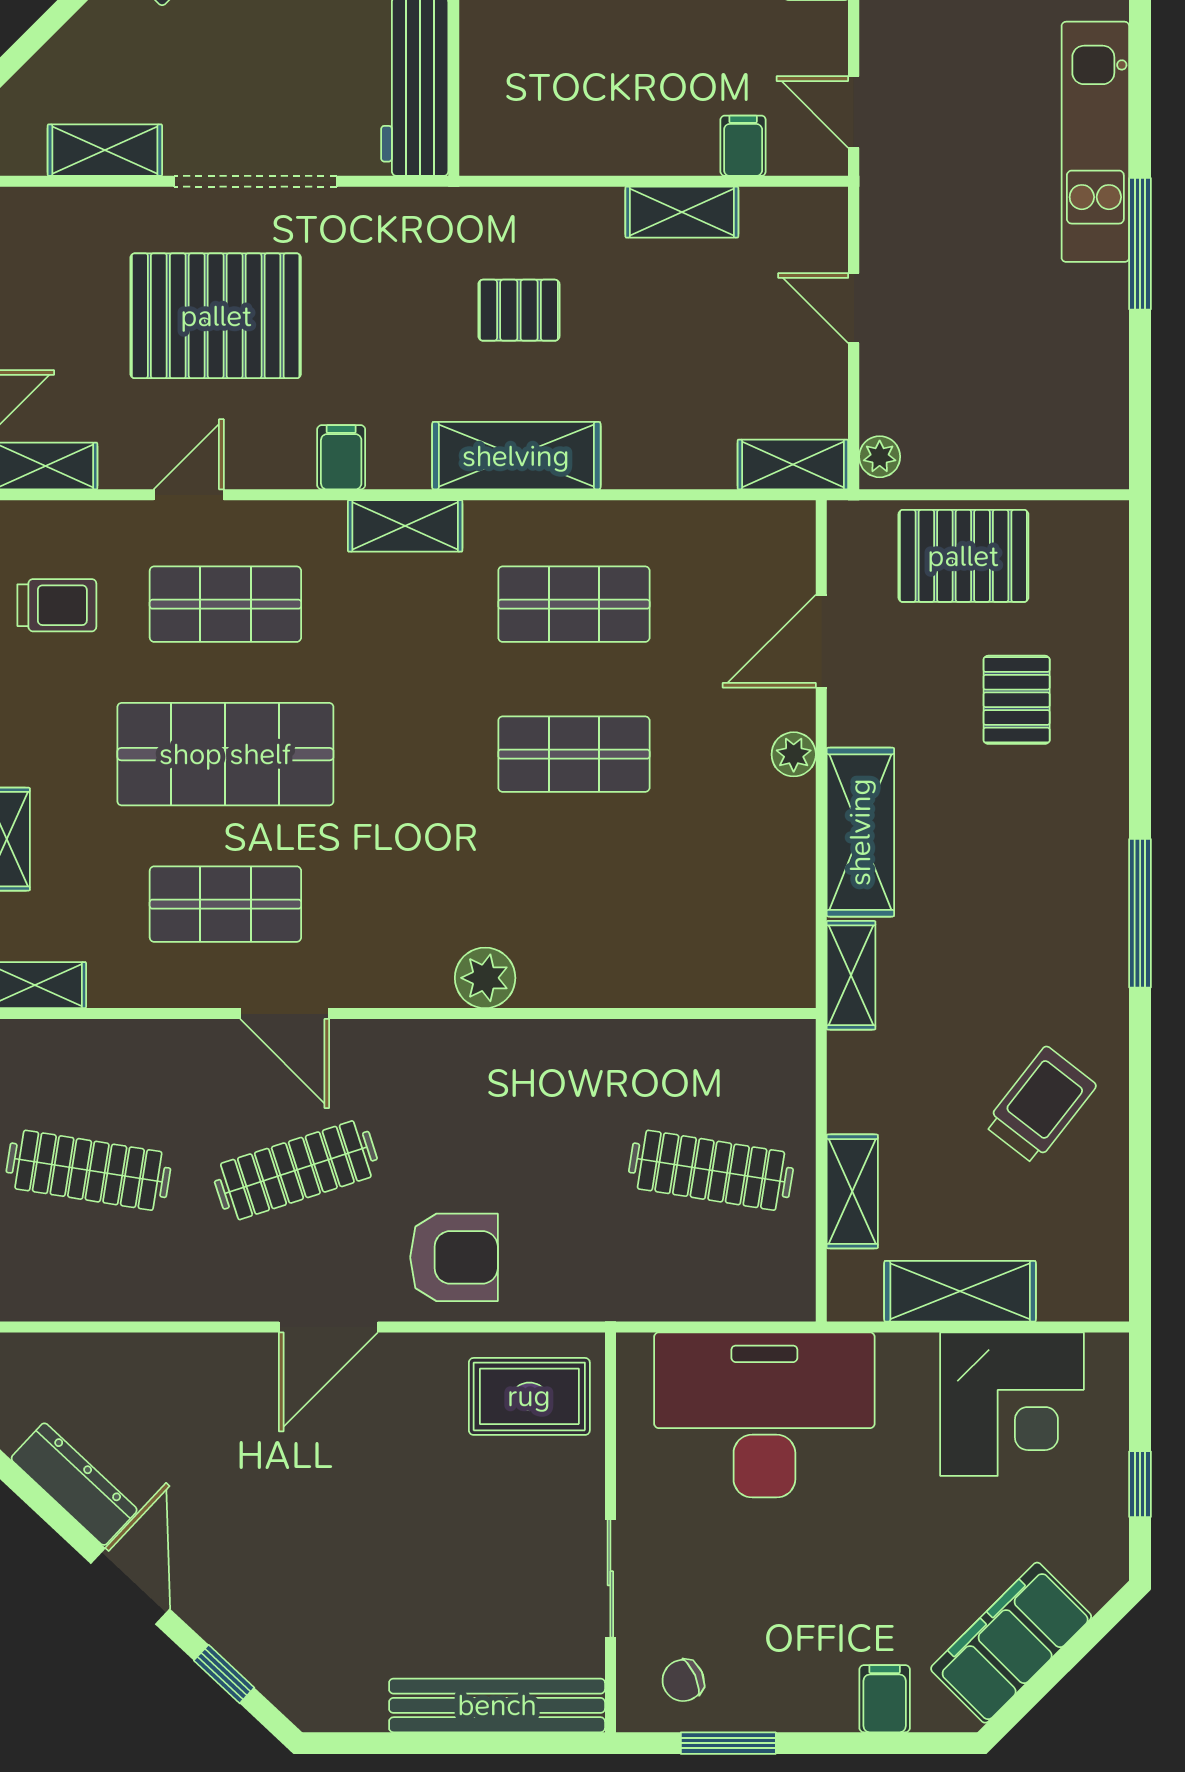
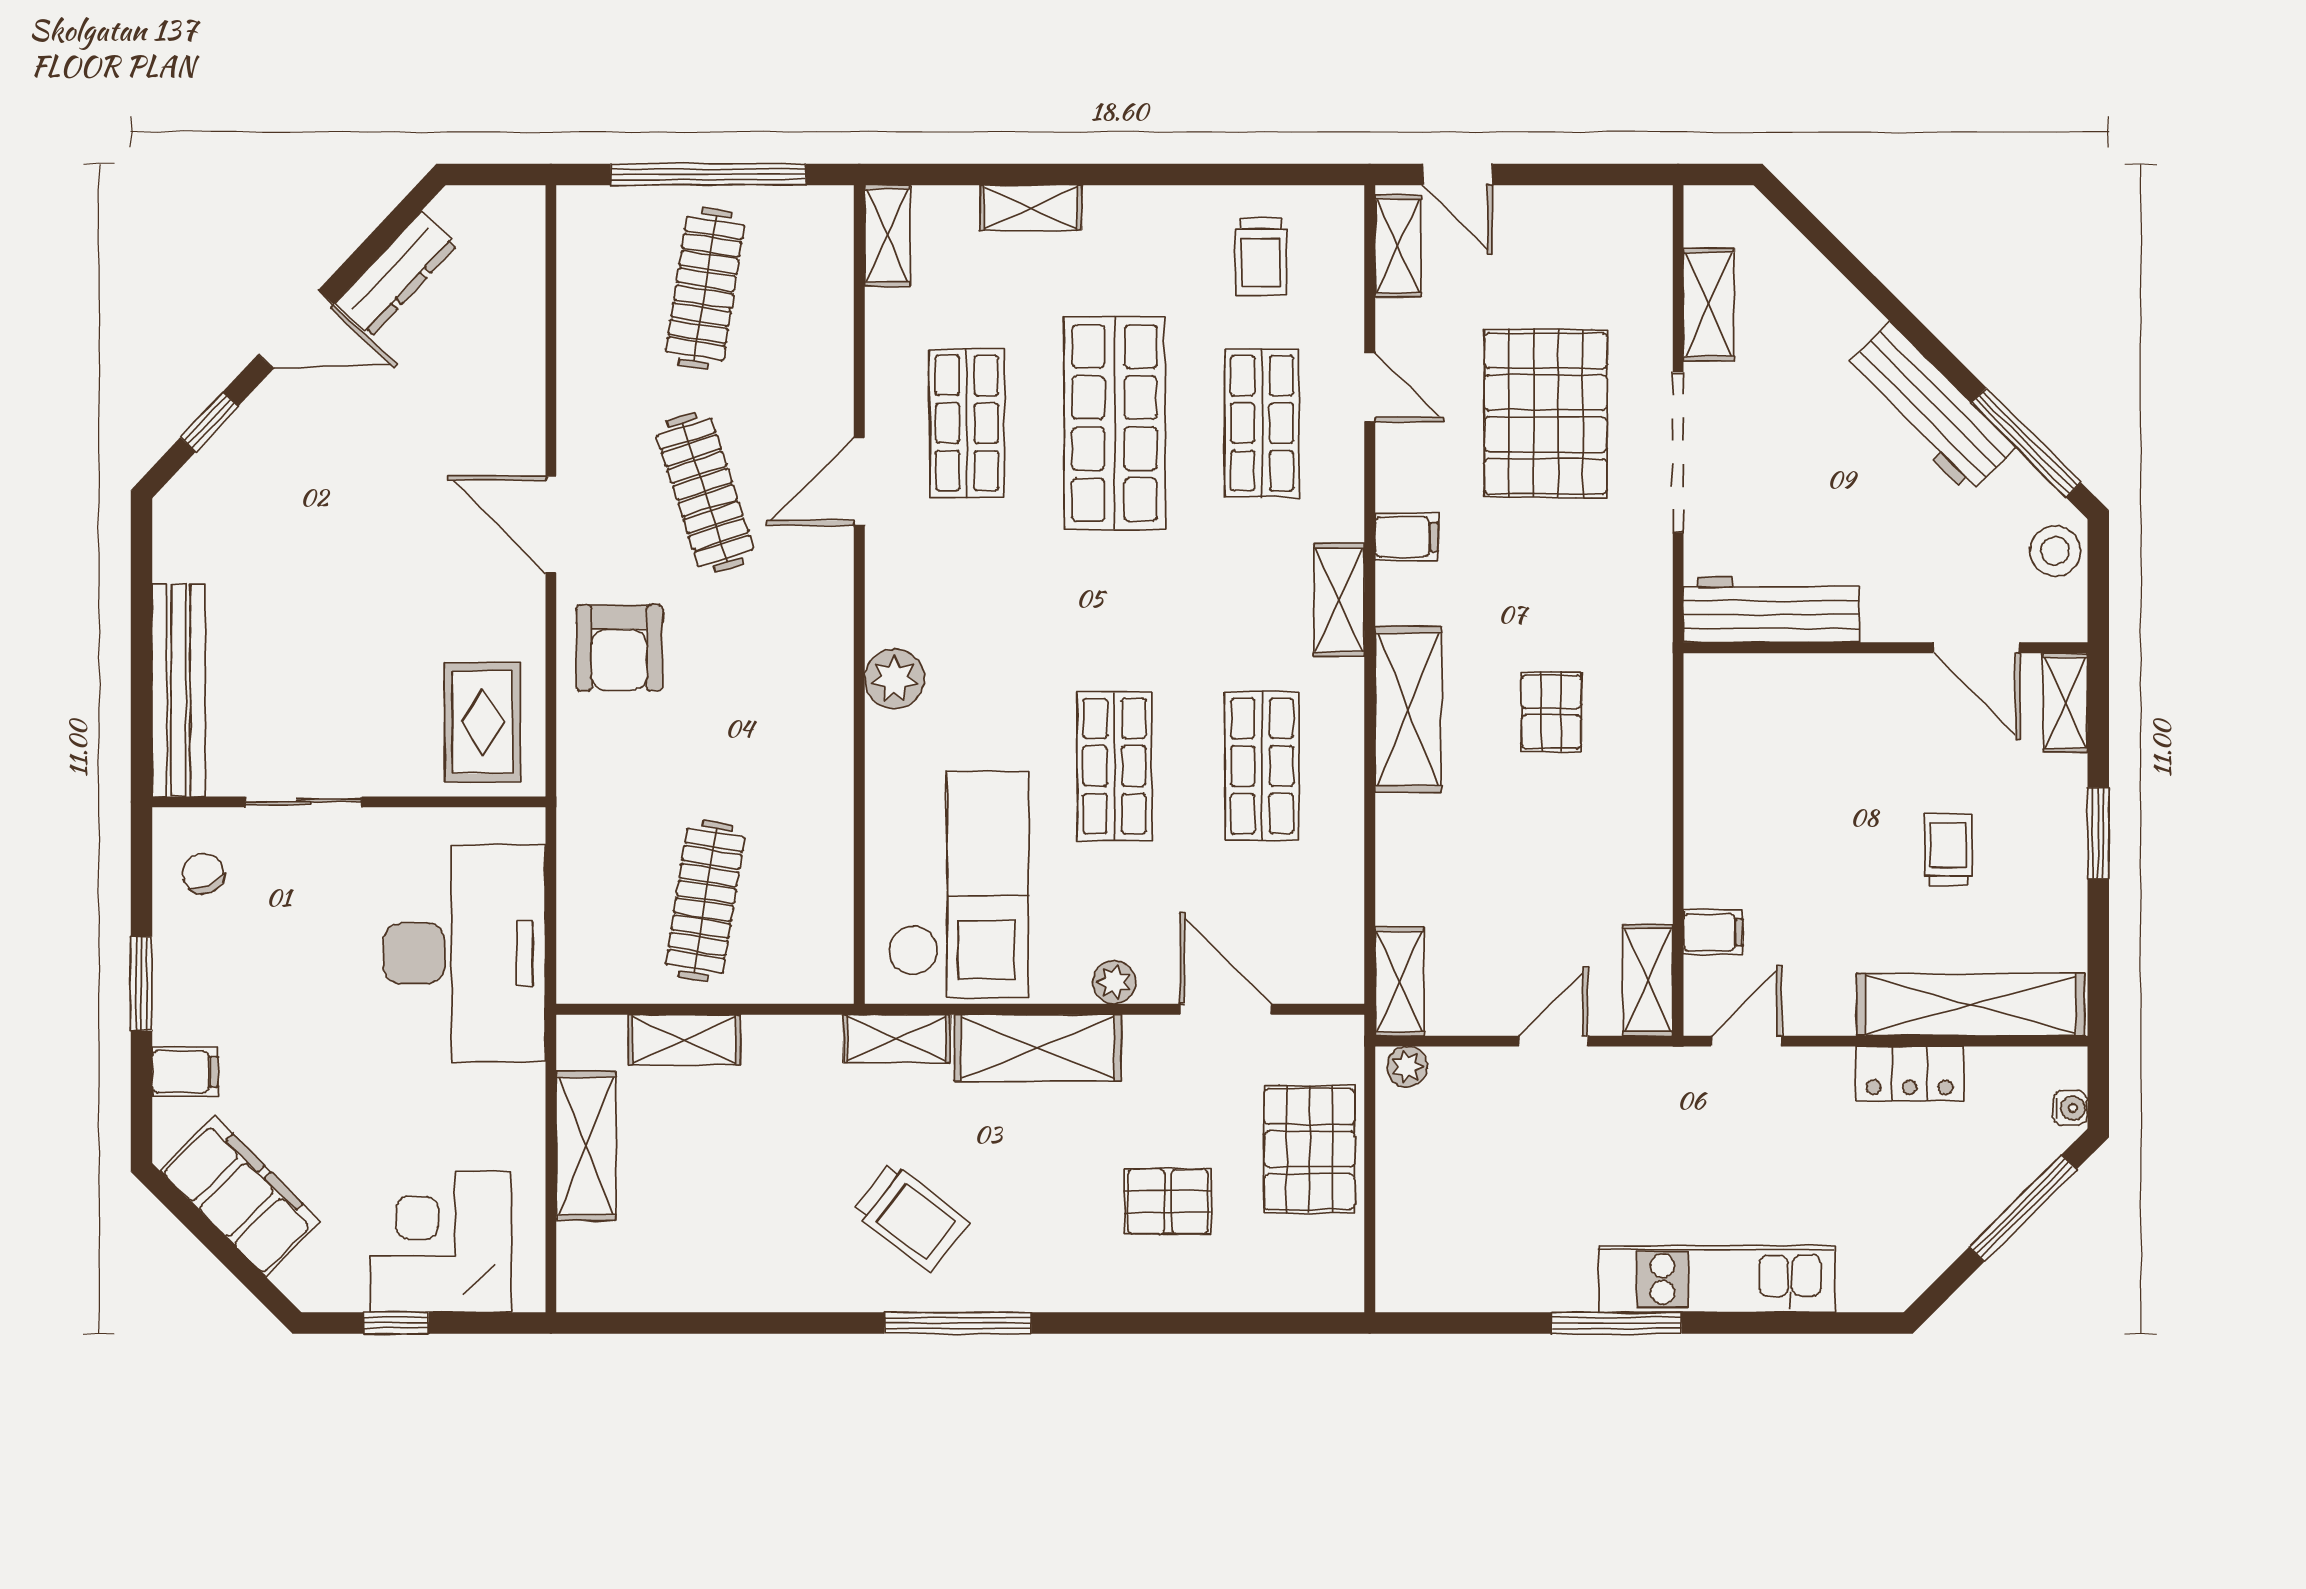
shelving: (682, 212) -> (1648, 980), moved
checkout: (694, 913) -> (958, 884), added
trolley: (1040, 1105) -> (910, 1217), moved
corner desk: (1012, 1404) -> (441, 1242), moved, turned 90
window: (728, 1743) -> (141, 984), moved

